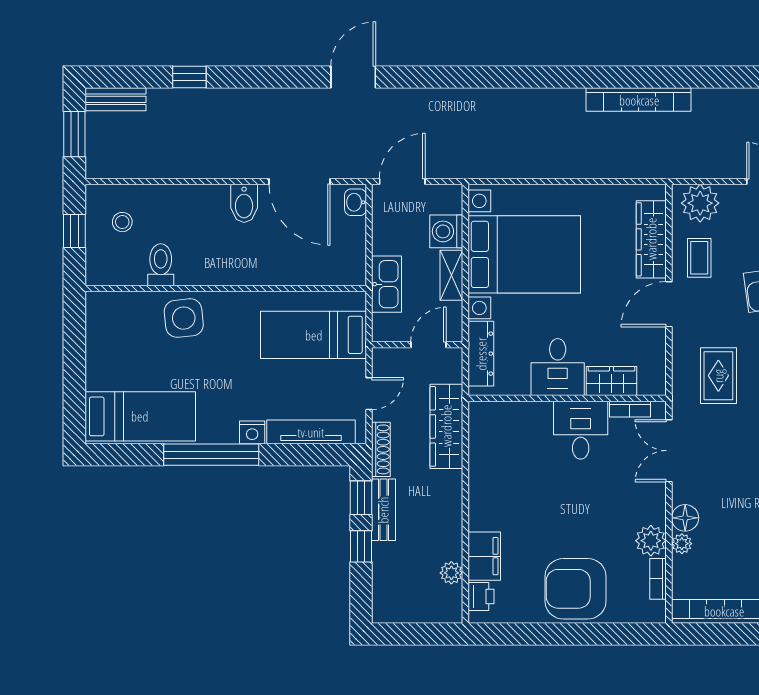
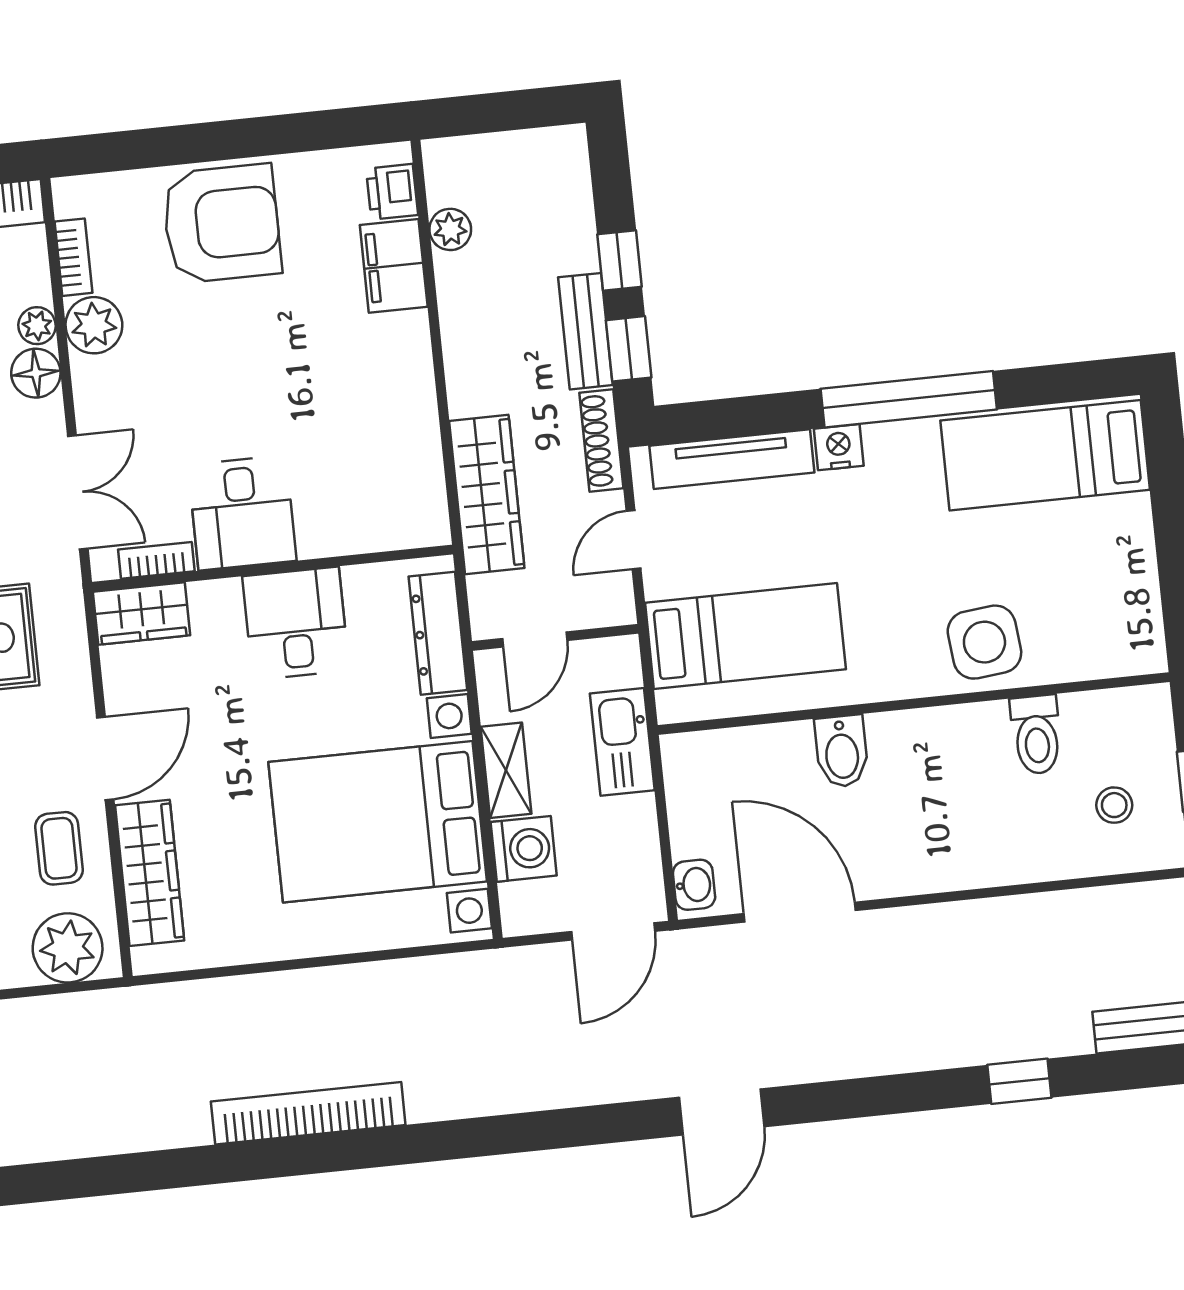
bookcase: (639, 100) -> (308, 1113), moved
bidet: (244, 203) -> (842, 751), moved, turned 180
wardrobe: (612, 381) -> (142, 613), moved

